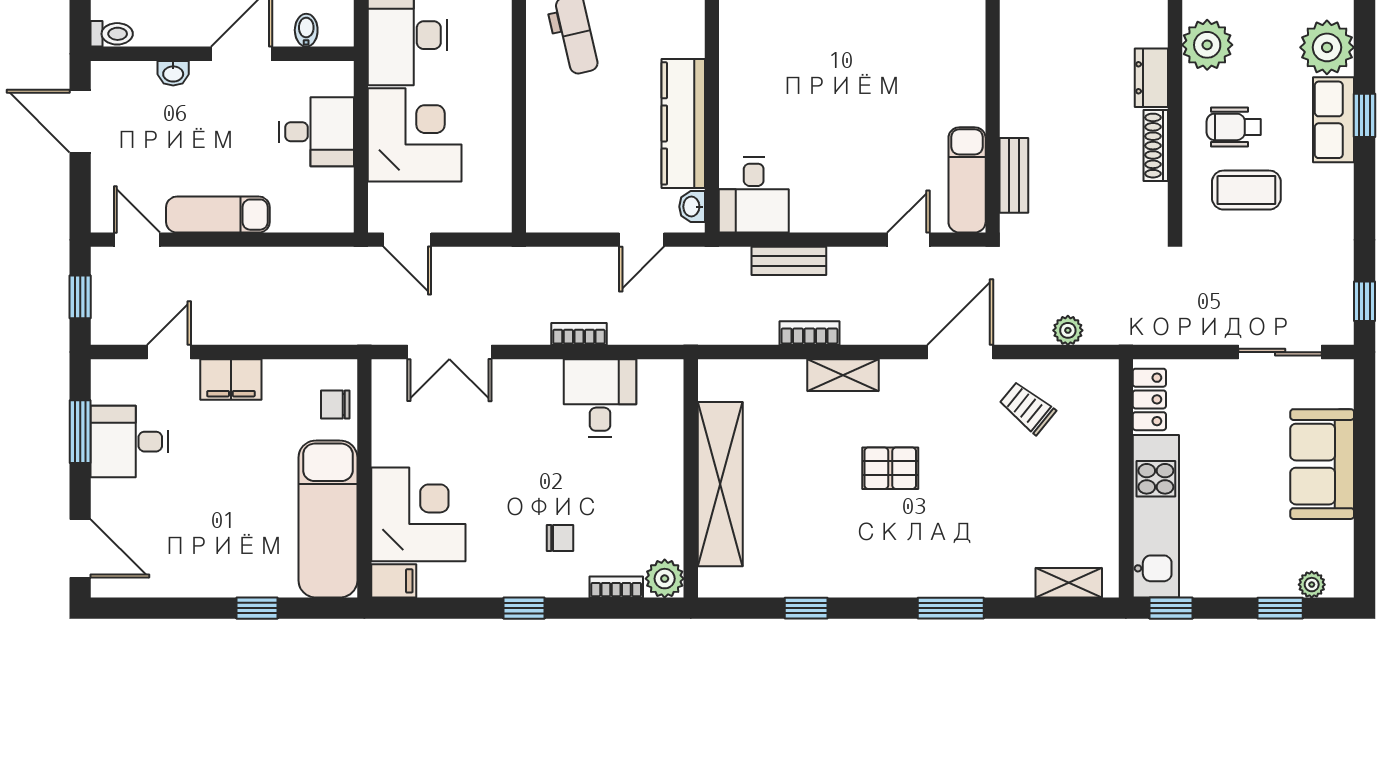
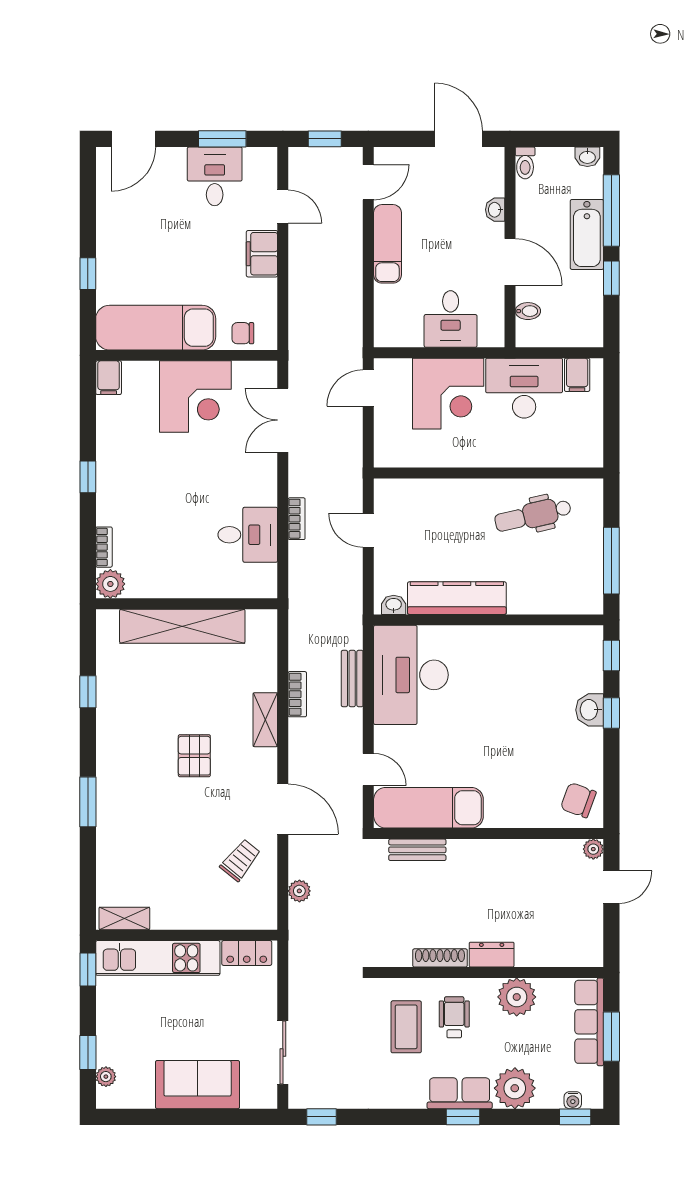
door: (80, 121) -> (459, 139), hinge flipped
exam couch: (967, 180) -> (428, 808), width x1.36, depth x1.45
desk: (754, 195) -> (411, 675), width x1.87, depth x1.30
door: (642, 240) -> (368, 530), moved
chair: (335, 405) -> (243, 333), turned -90
corner desk: (418, 514) -> (195, 396), moved
chair: (560, 538) -> (141, 504), removed
shelving: (1069, 583) -> (124, 918), moved, turned 90

